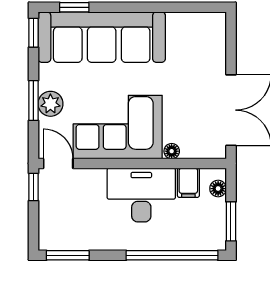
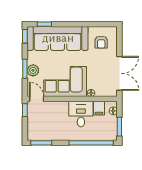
armchair: (193, 45) -> (101, 42), added
desk: (141, 195) -> (81, 114), width x0.73

